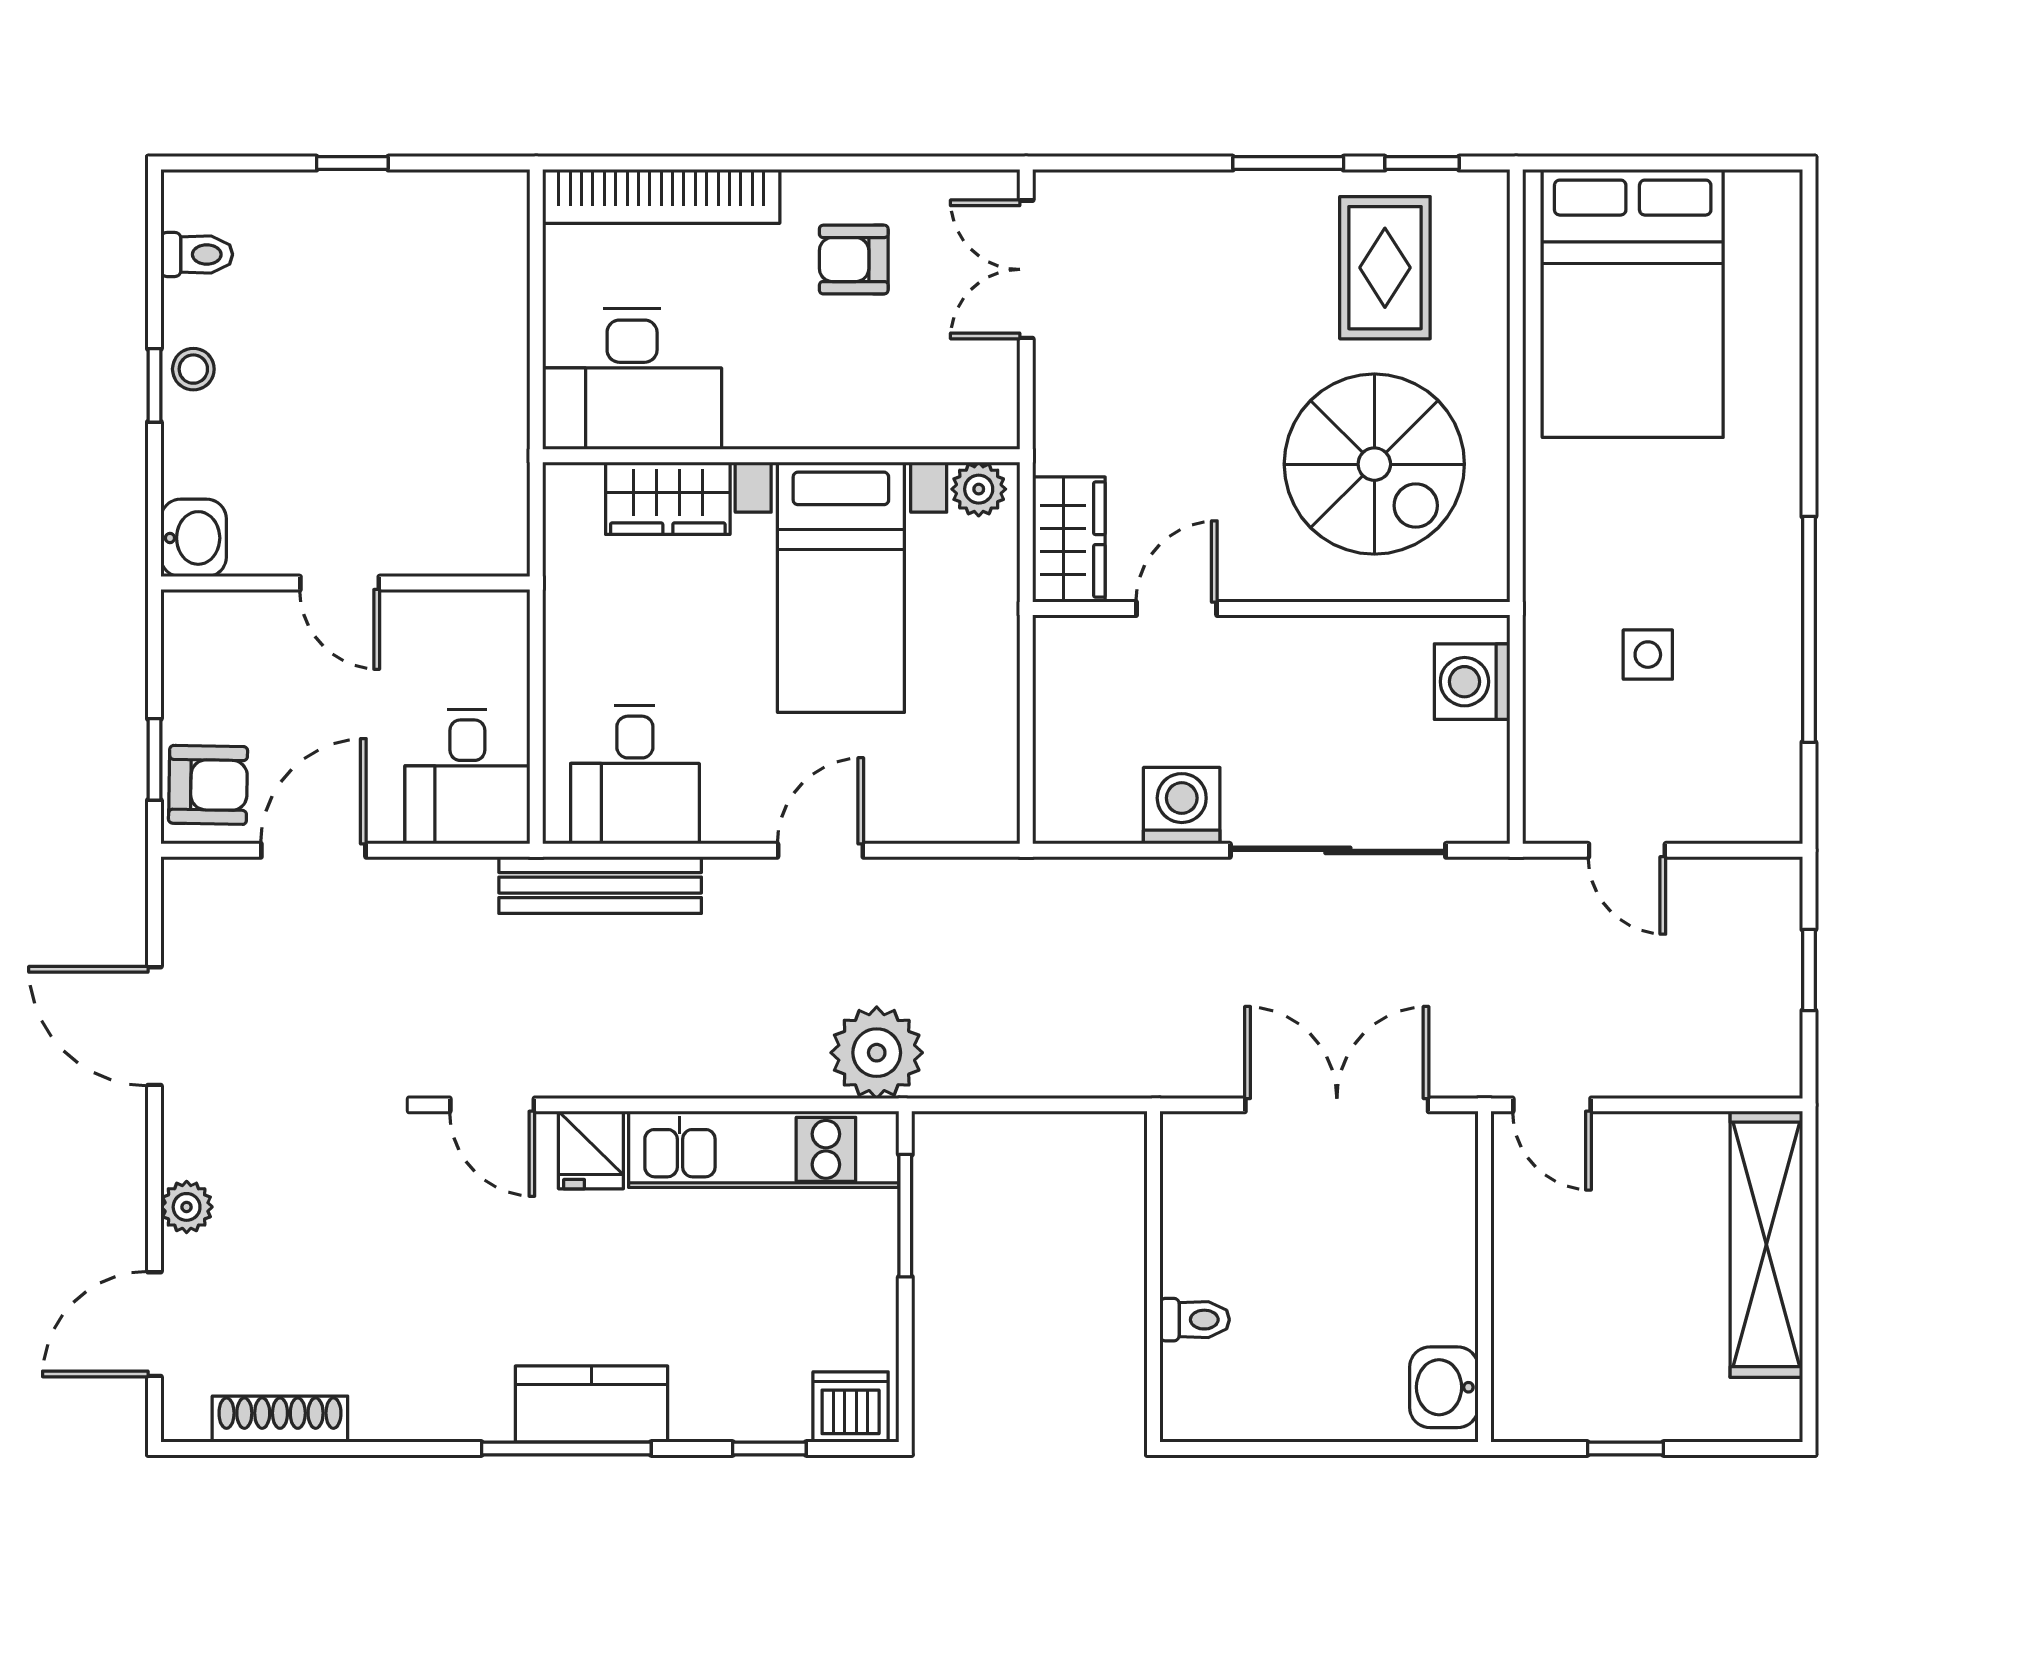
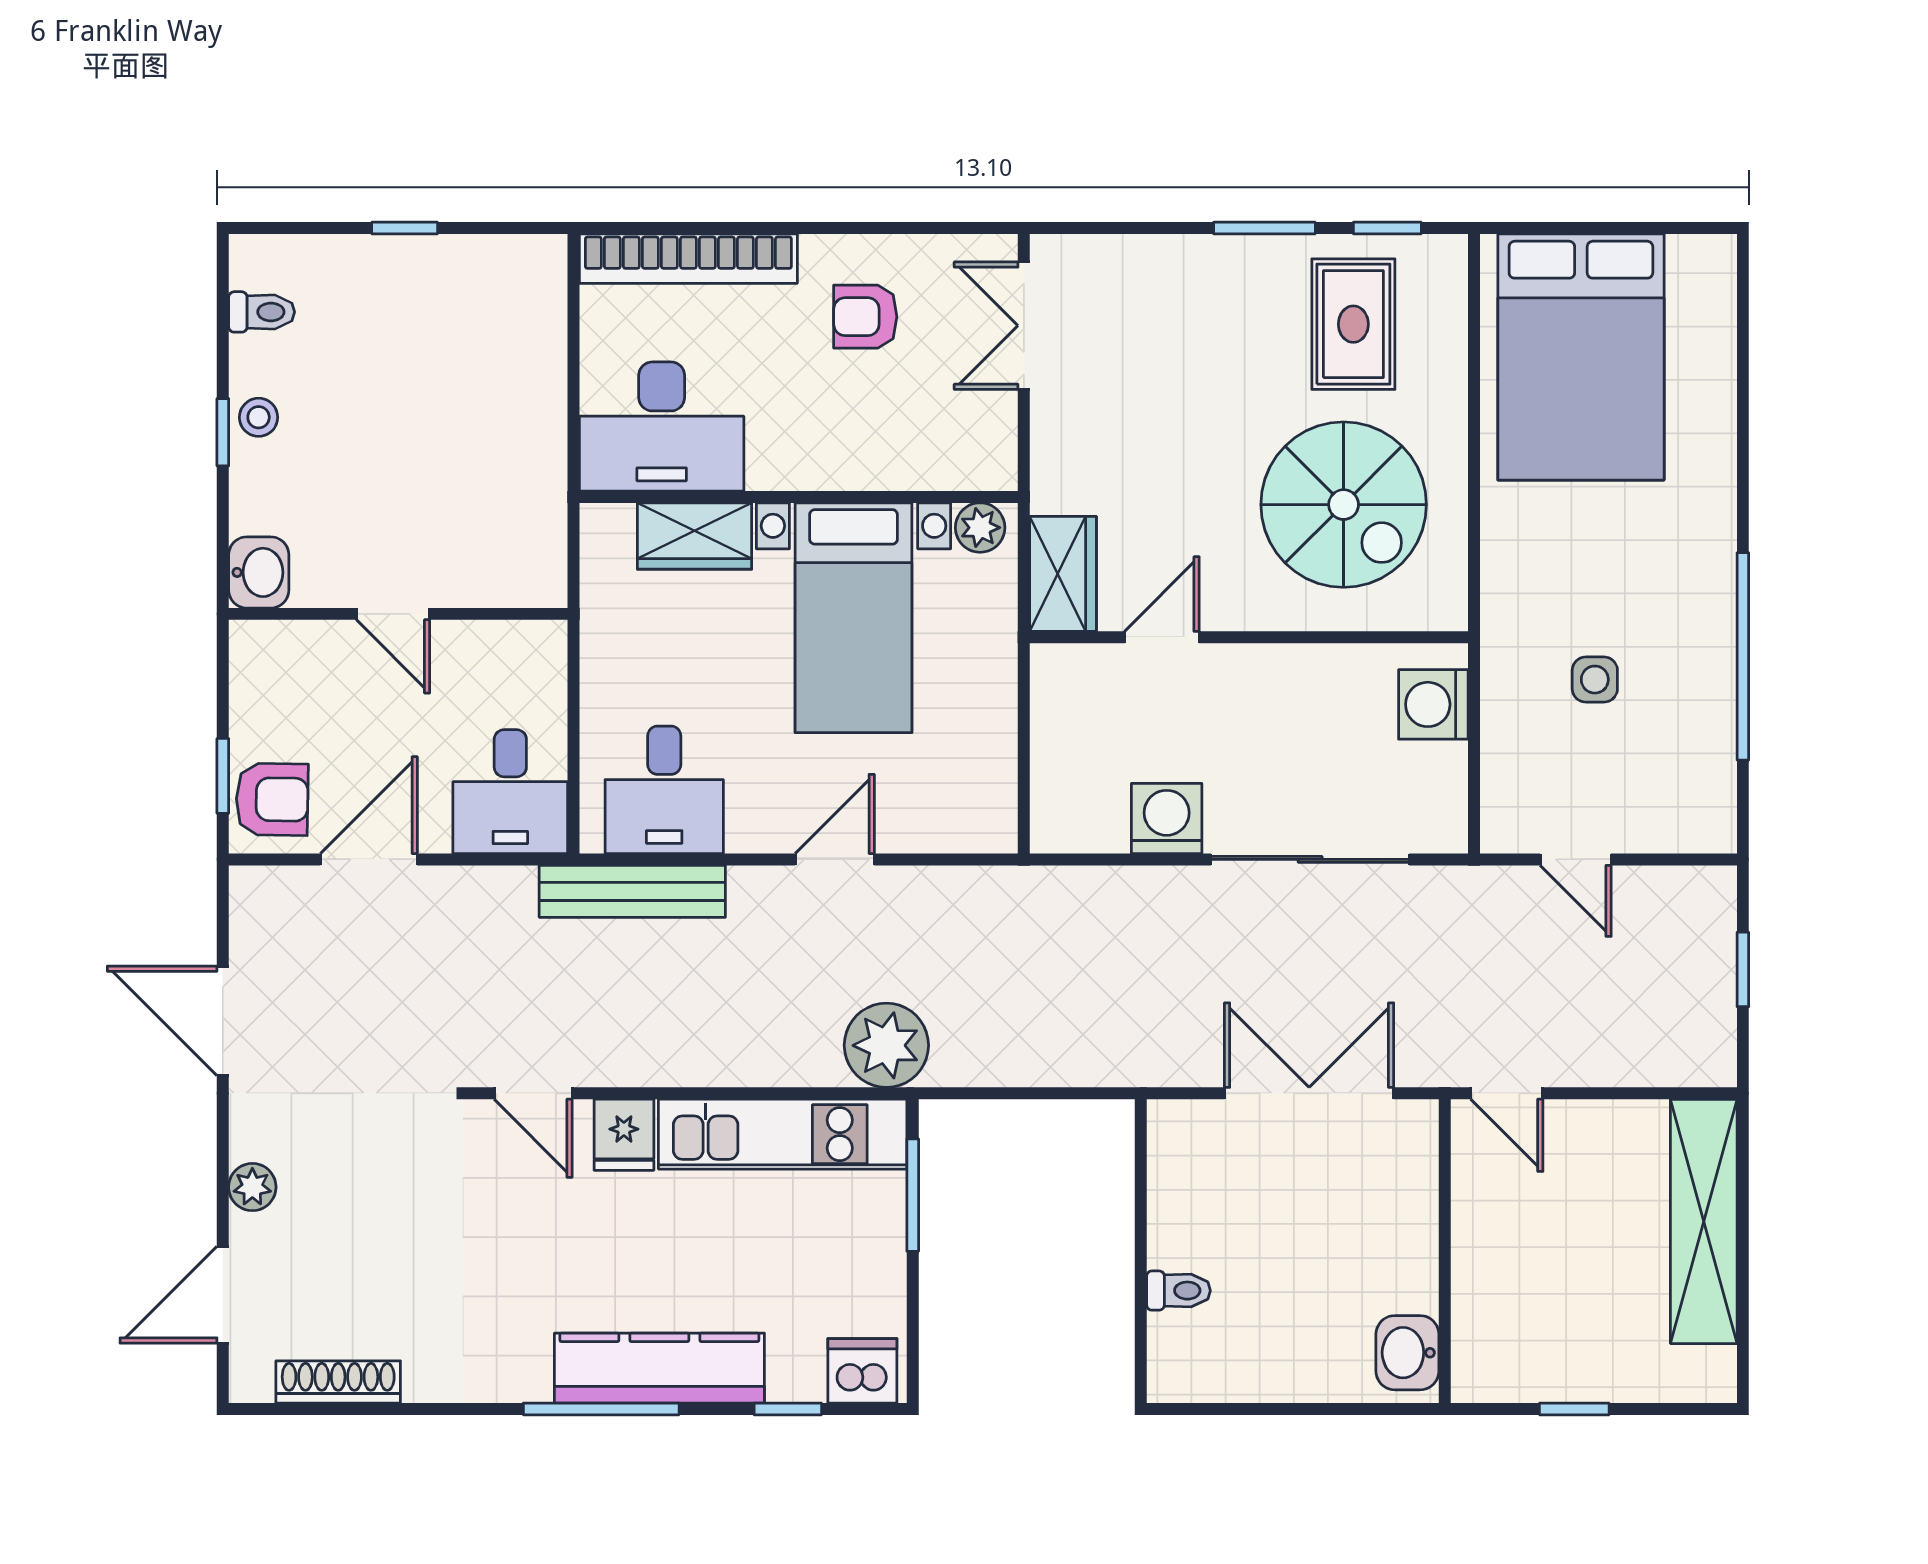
kitchen counter: (592, 1404) -> (659, 1368), width x1.50

